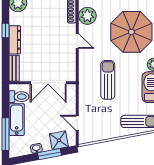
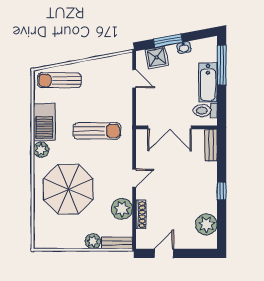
dresser: (15, 40) -> (210, 180), removed
door: (77, 41) -> (134, 178), swing flipped
sun lounger: (108, 80) -> (97, 131), turned -90
double door: (48, 83) -> (170, 127), swing flipped

